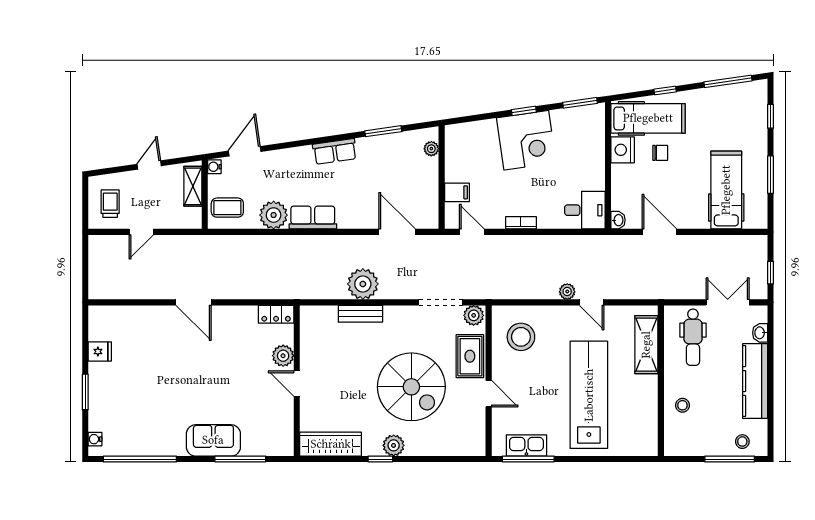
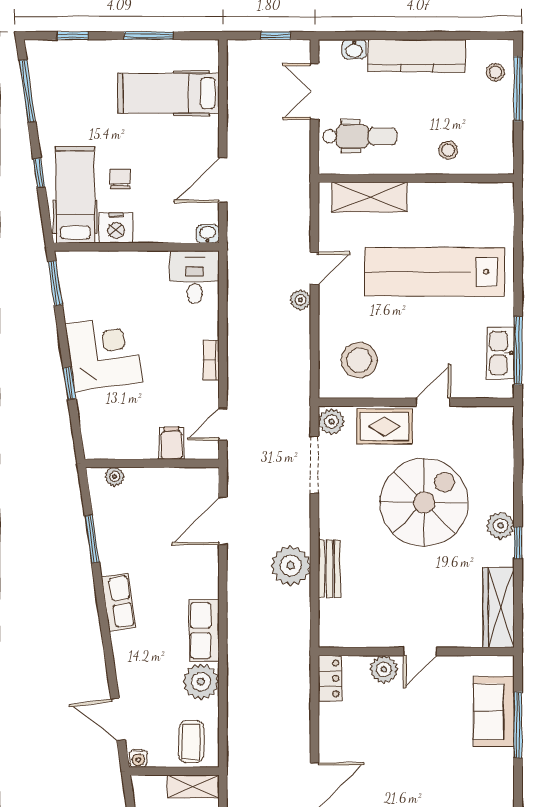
window: (524, 111) -> (69, 383), moved
shelving: (193, 186) -> (193, 787), moved
sofa: (213, 440) -> (494, 712), moved

